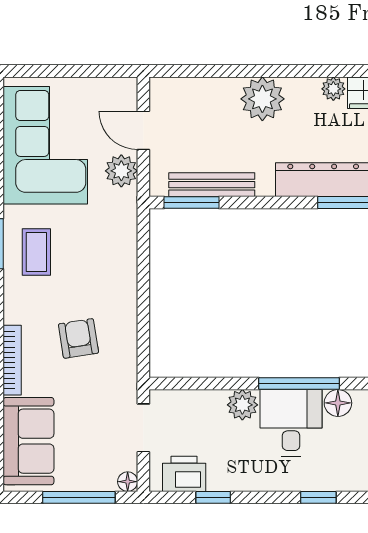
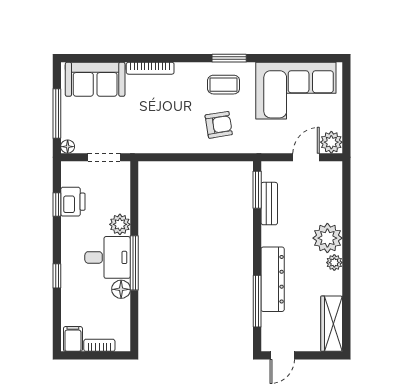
plant: (333, 89) -> (334, 263), moved
plant: (121, 171) -> (331, 142), moved
bench: (212, 185) -> (269, 204), width x0.73
armchair: (78, 338) -> (219, 125), moved
printer: (184, 474) -> (73, 202), moved

